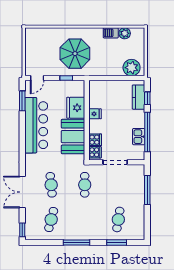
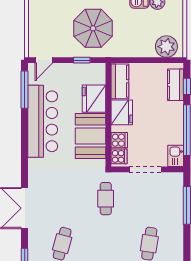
kitchen counter: (96, 94) -> (120, 81), added
window: (22, 101) -> (25, 90), width x1.44
fridge: (95, 114) -> (122, 112), width x1.88, depth x1.34
kitchen sink: (139, 137) -> (176, 156), moved
cafe table: (51, 185) -> (62, 199), removed

